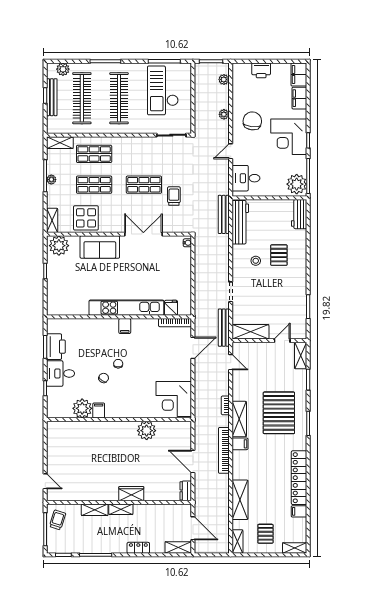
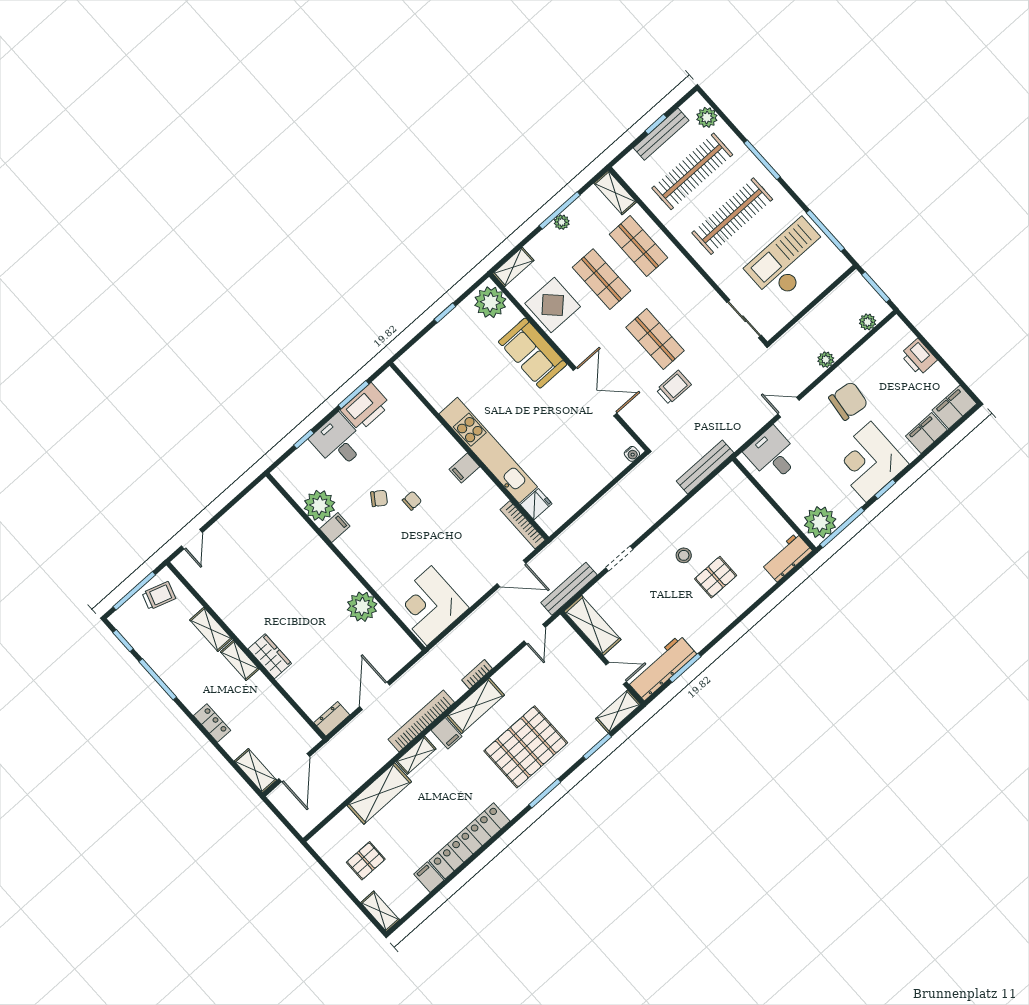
workbench: (240, 222) -> (662, 668), moved, turned 180
shelving: (237, 542) -> (416, 755), moved

